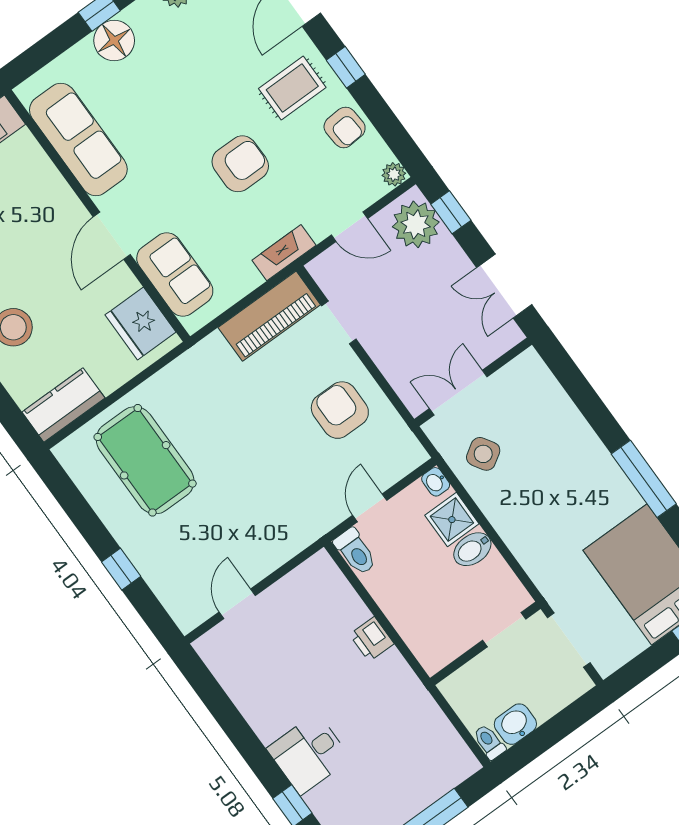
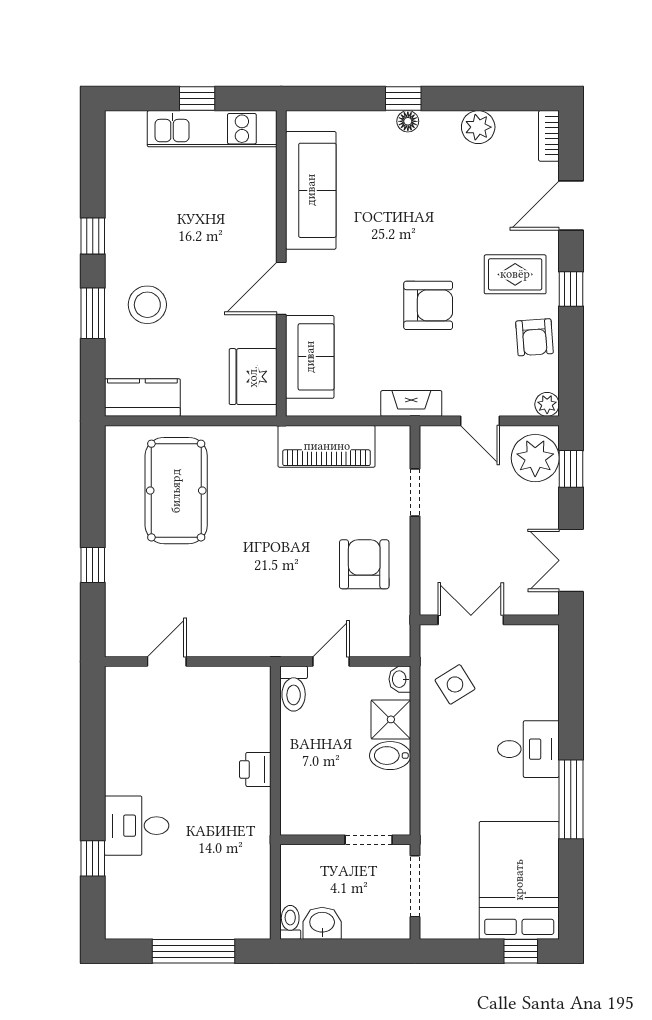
floor lamp: (114, 40) -> (408, 121), width x0.53, depth x0.53
piano: (269, 316) -> (327, 446), moved
desk: (580, 463) -> (528, 749), added

